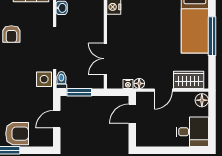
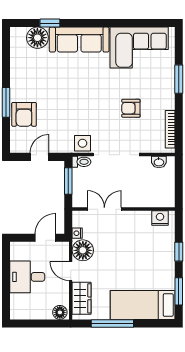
window: (212, 36) -> (112, 323), moved
floor lamp: (139, 83) -> (83, 250), width x1.89, depth x1.89
door: (132, 114) -> (45, 238), hinge flipped
door: (57, 119) -> (40, 157), hinge flipped
desk: (192, 132) -> (27, 277), moved, turned 90

